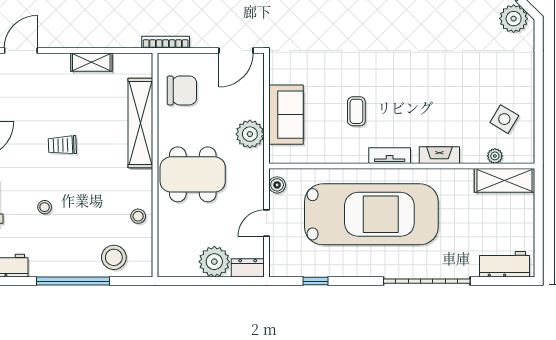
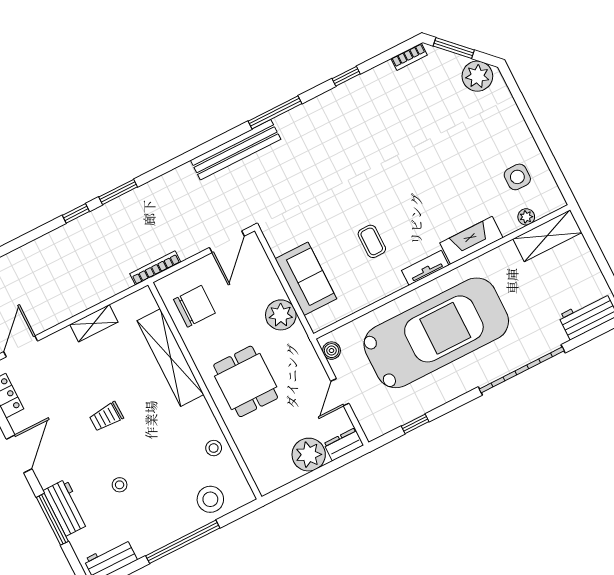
side table: (504, 119) -> (517, 177), turned -31
fireplace: (439, 155) -> (471, 240), width x1.37, depth x1.32
dining table: (193, 174) -> (246, 381), width x0.73

